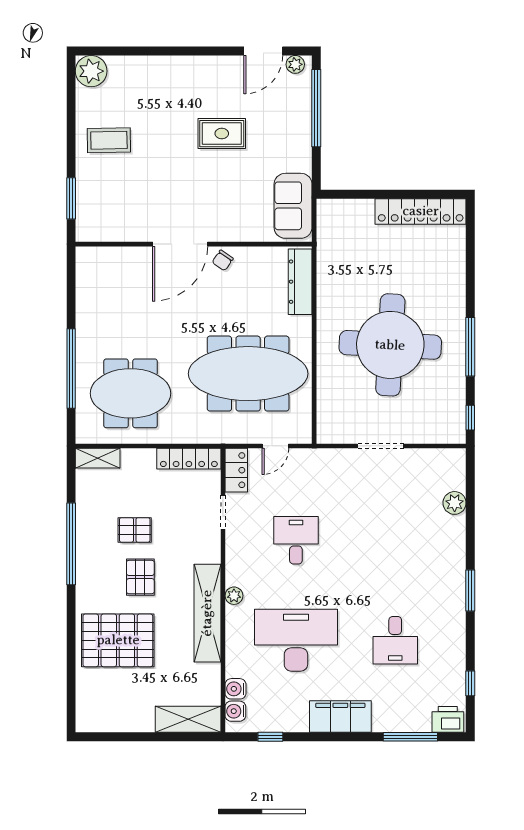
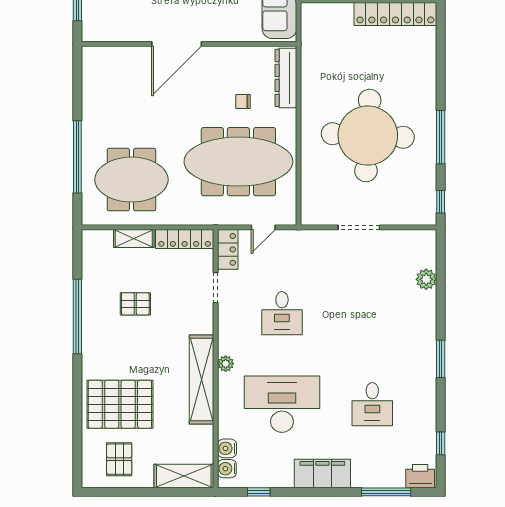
chair: (223, 260) -> (243, 102), moved, turned 55
shelving: (98, 458) -> (134, 238), moved
desk: (296, 540) -> (282, 313), turned 180
pallet: (140, 577) -> (119, 459), moved

